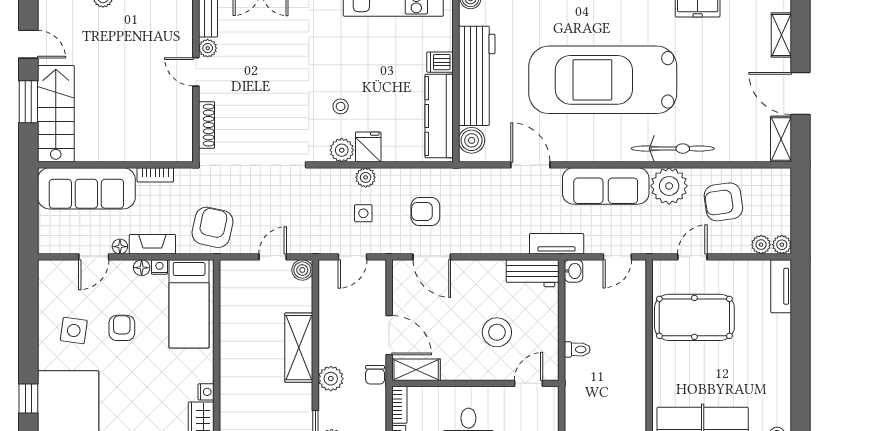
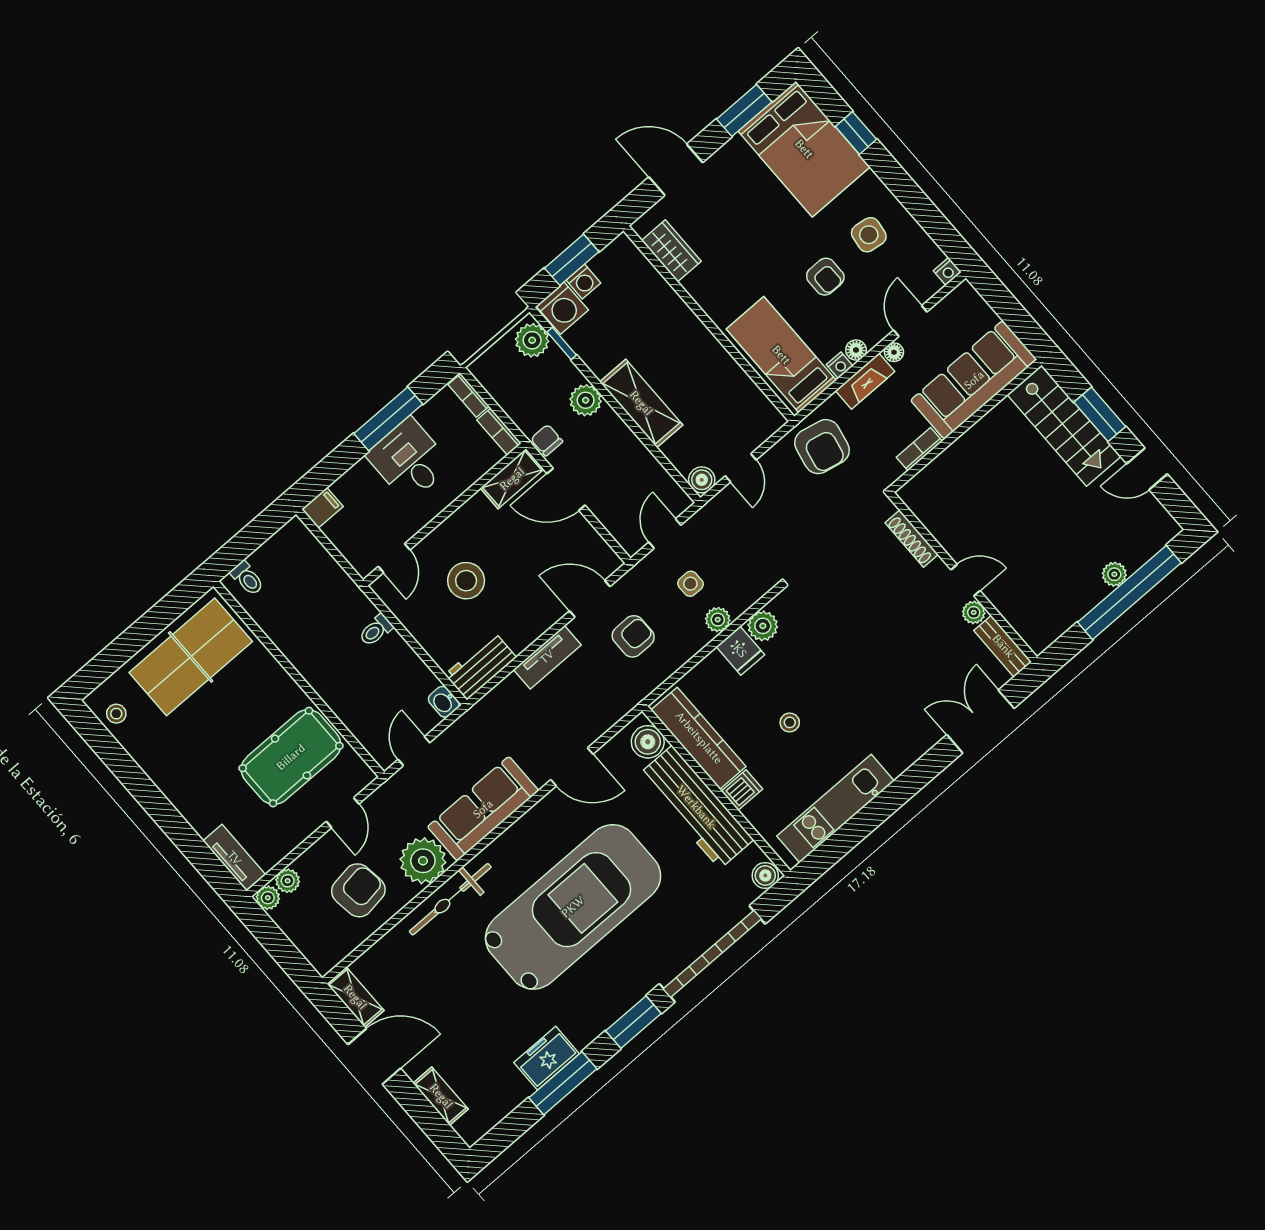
stool: (341, 106) -> (790, 722), moved
tv unit: (557, 244) -> (547, 657), moved
nightstand: (206, 392) -> (947, 272), moved, turned -90

